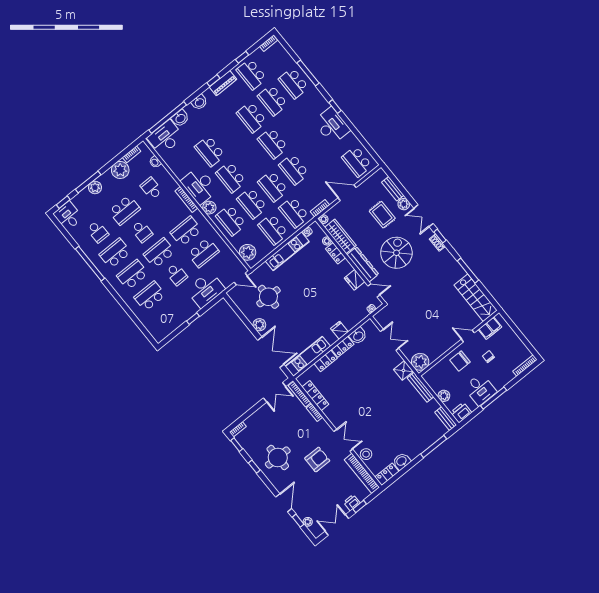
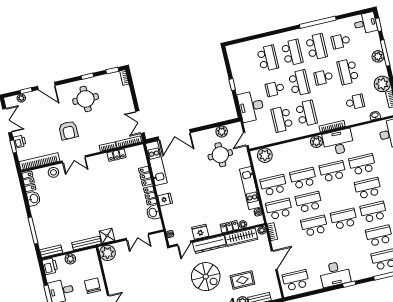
school desk: (231, 220) -> (368, 188), moved
plant: (259, 325) -> (222, 132), moved
locker: (315, 396) -> (116, 155), width x0.66

